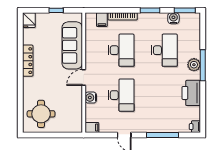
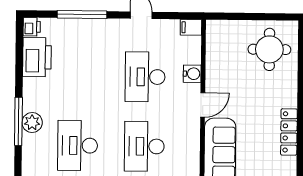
printer: (191, 93) -> (37, 57), moved

